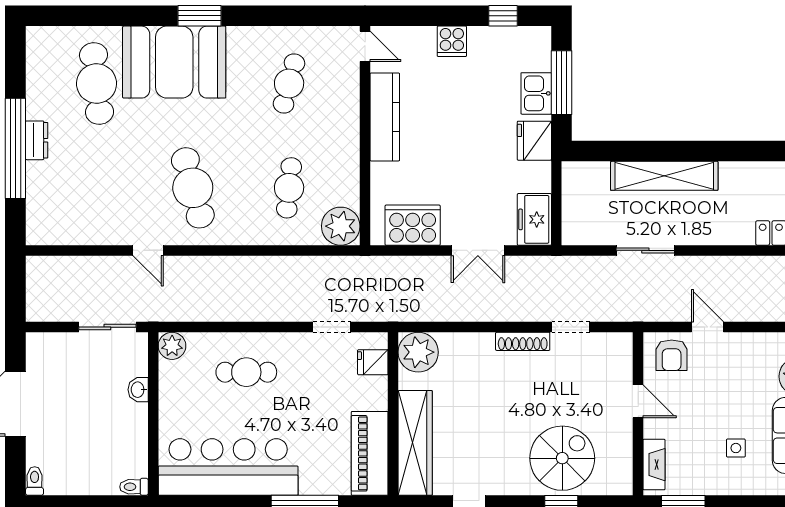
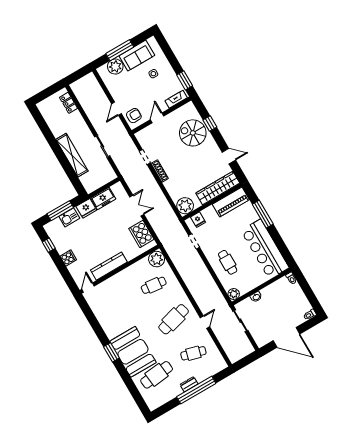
cafe table: (289, 84) -> (193, 353), moved
freezer: (534, 219) -> (103, 198), moved

